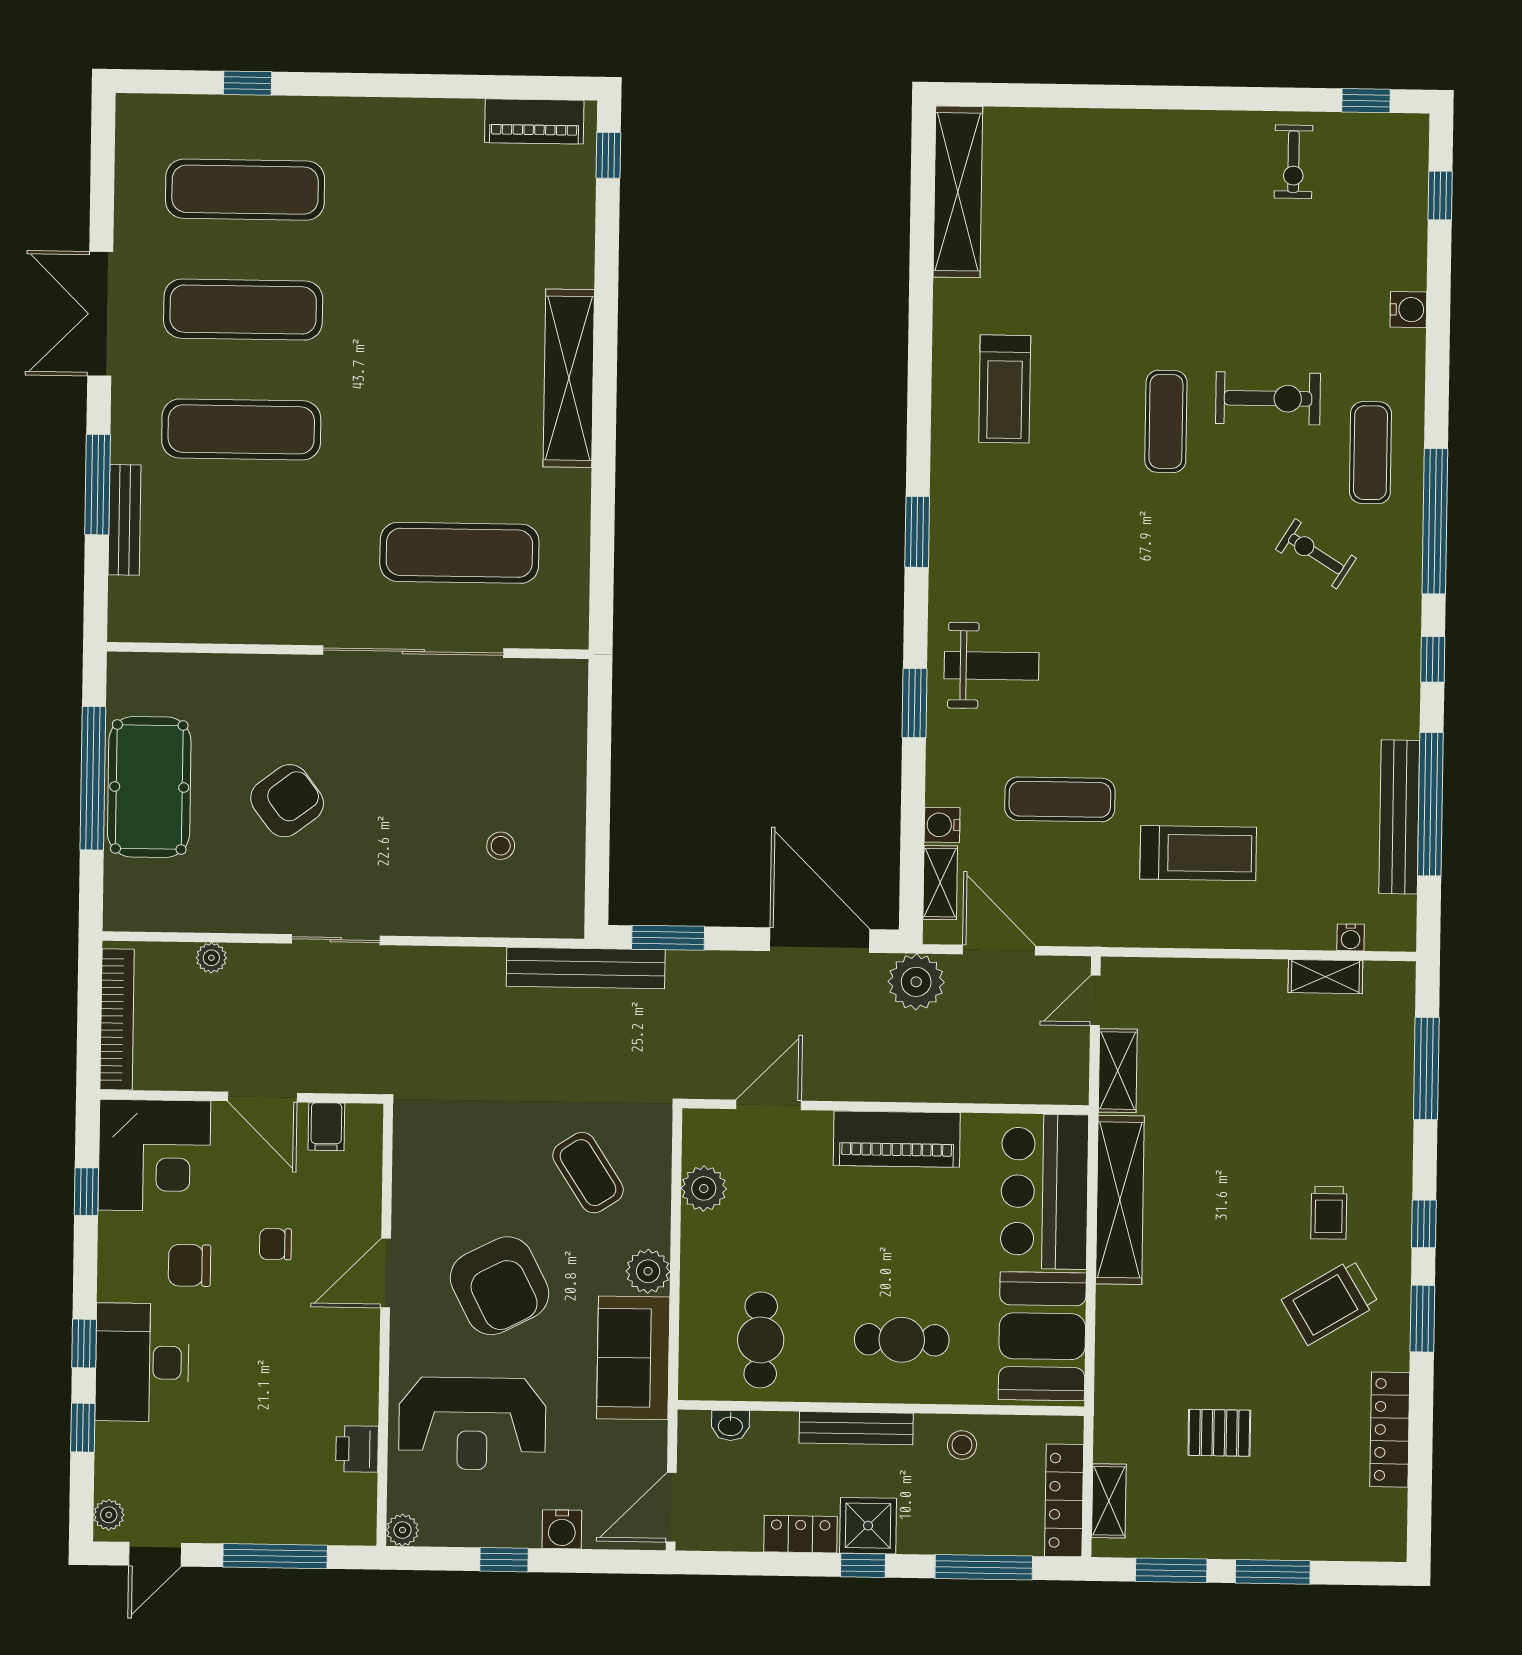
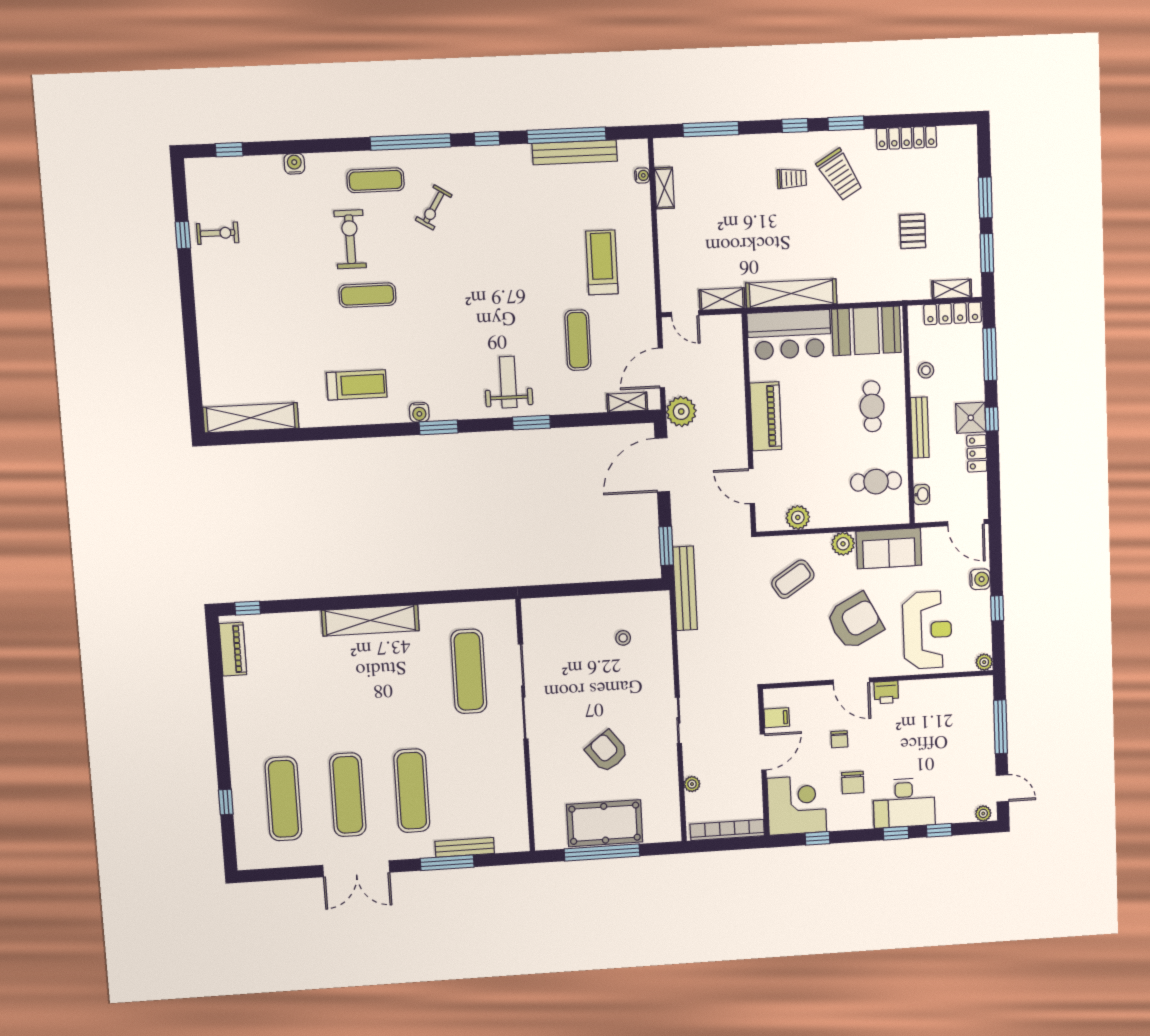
window: (1366, 101) -> (183, 235), moved
water cooler: (942, 825) -> (419, 412), moved
printer: (357, 1449) -> (886, 692), moved

